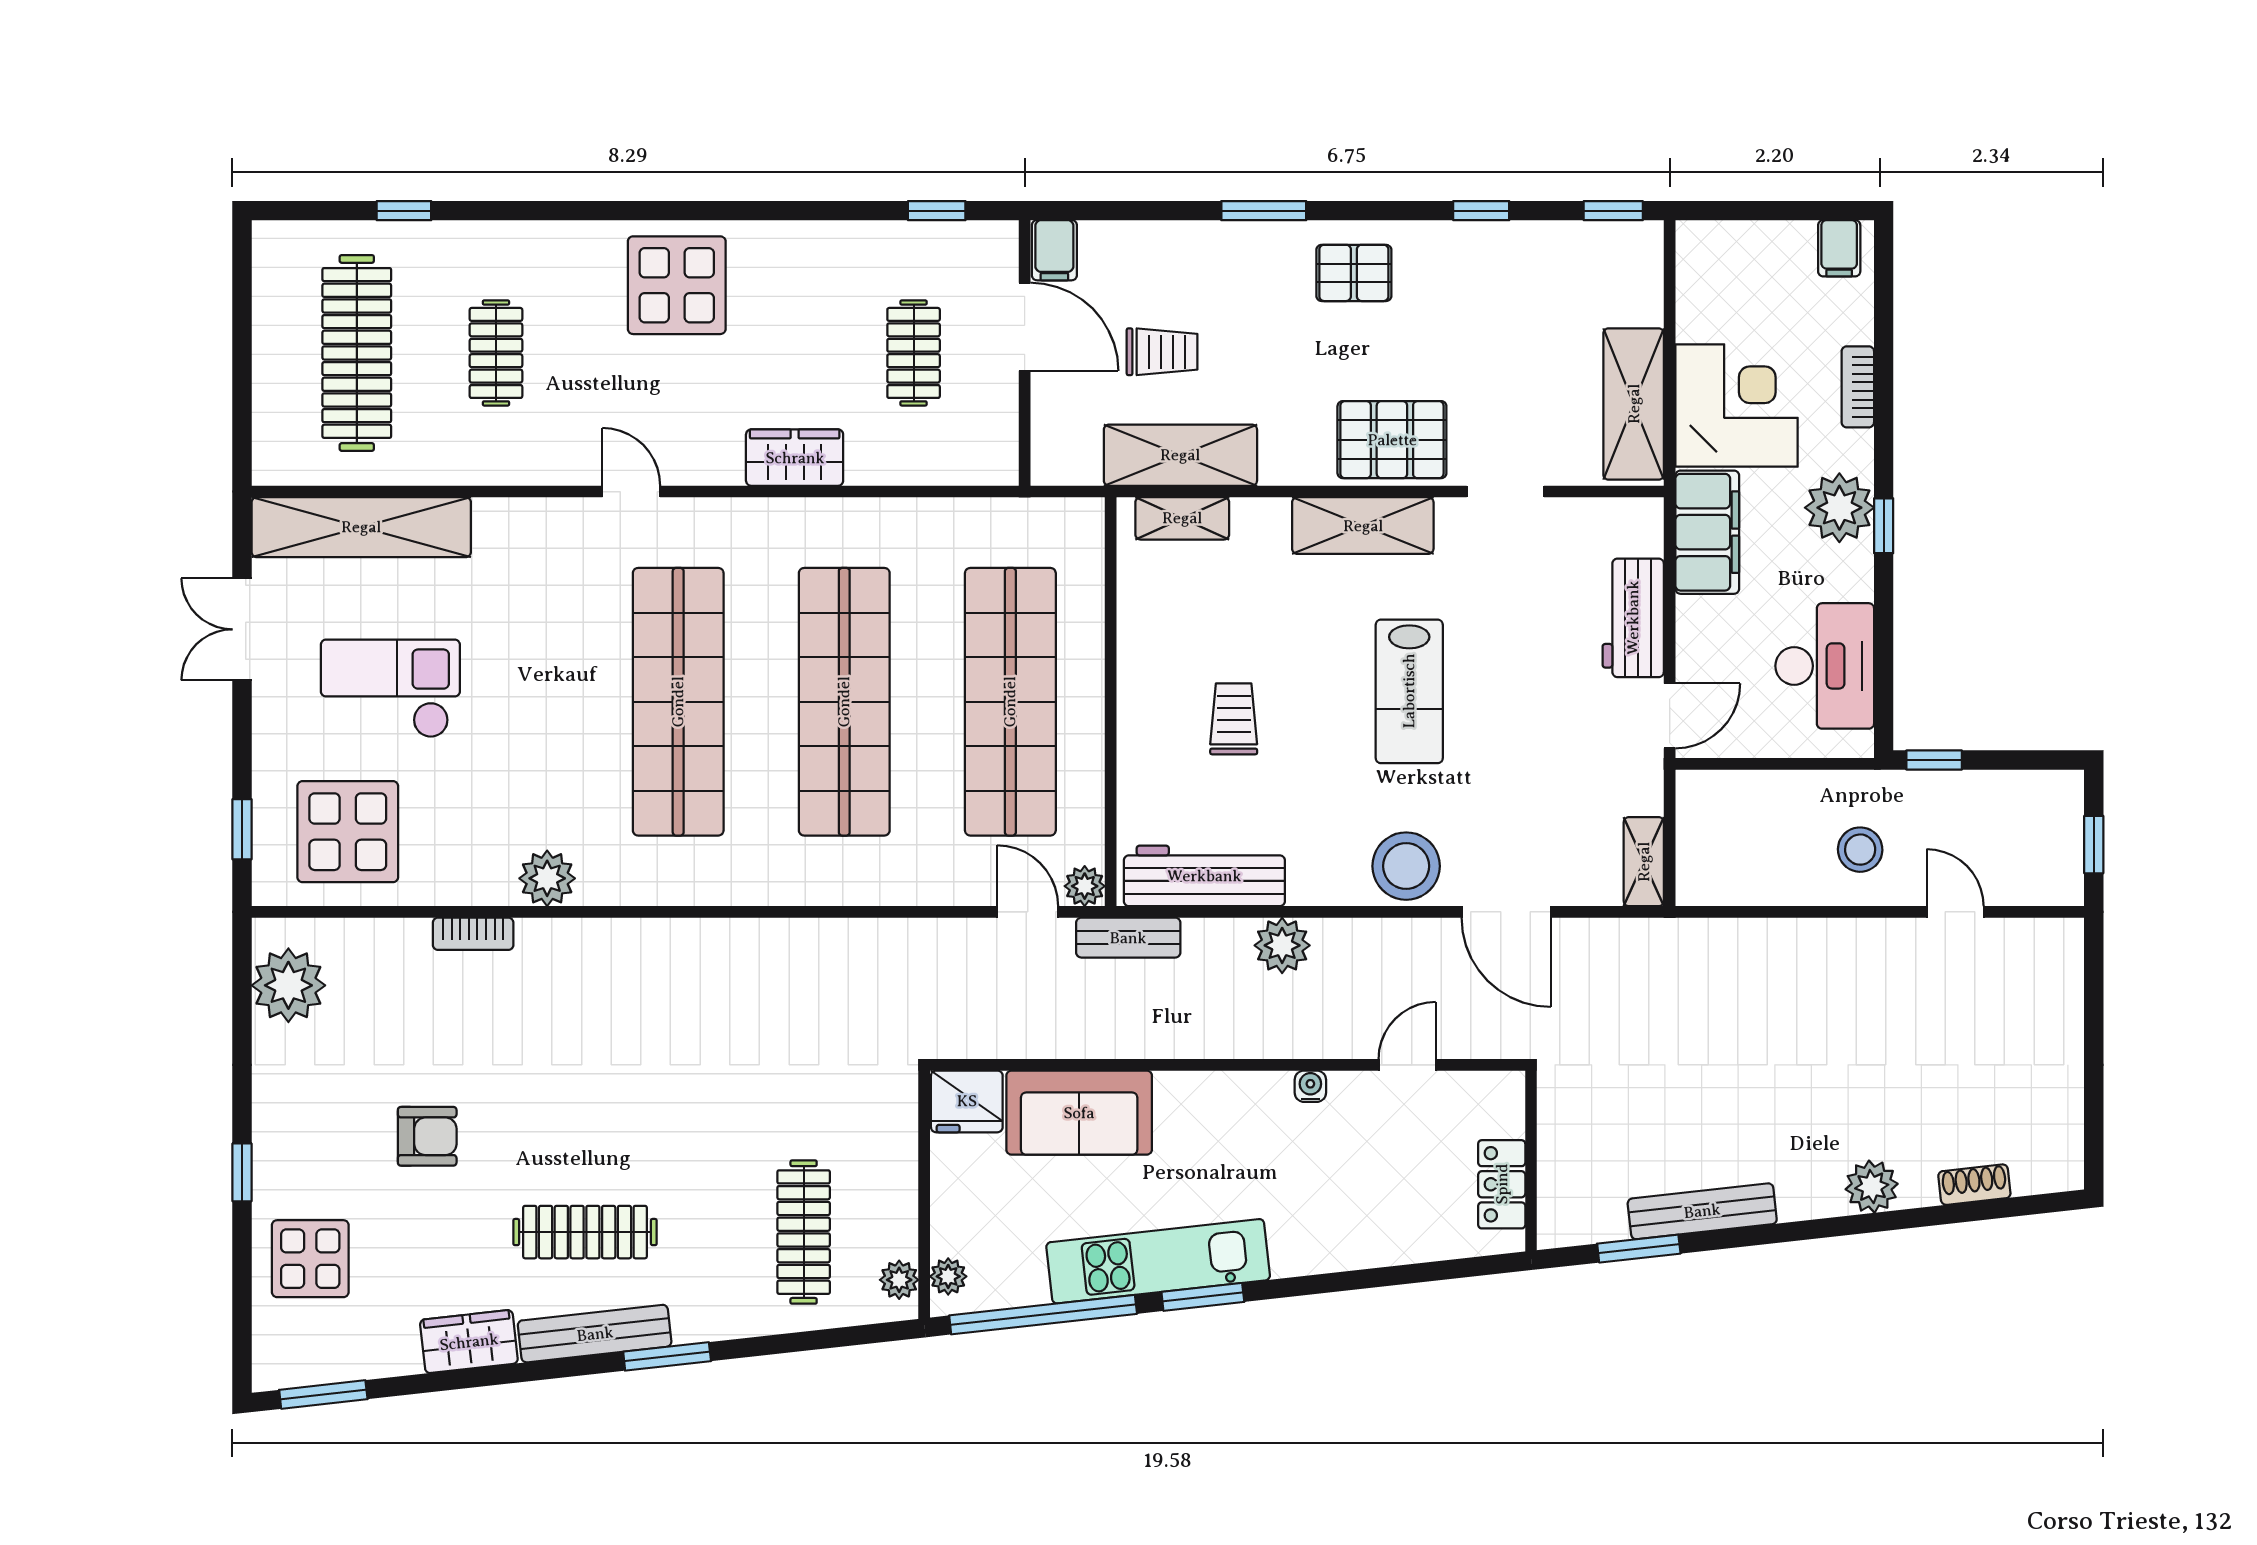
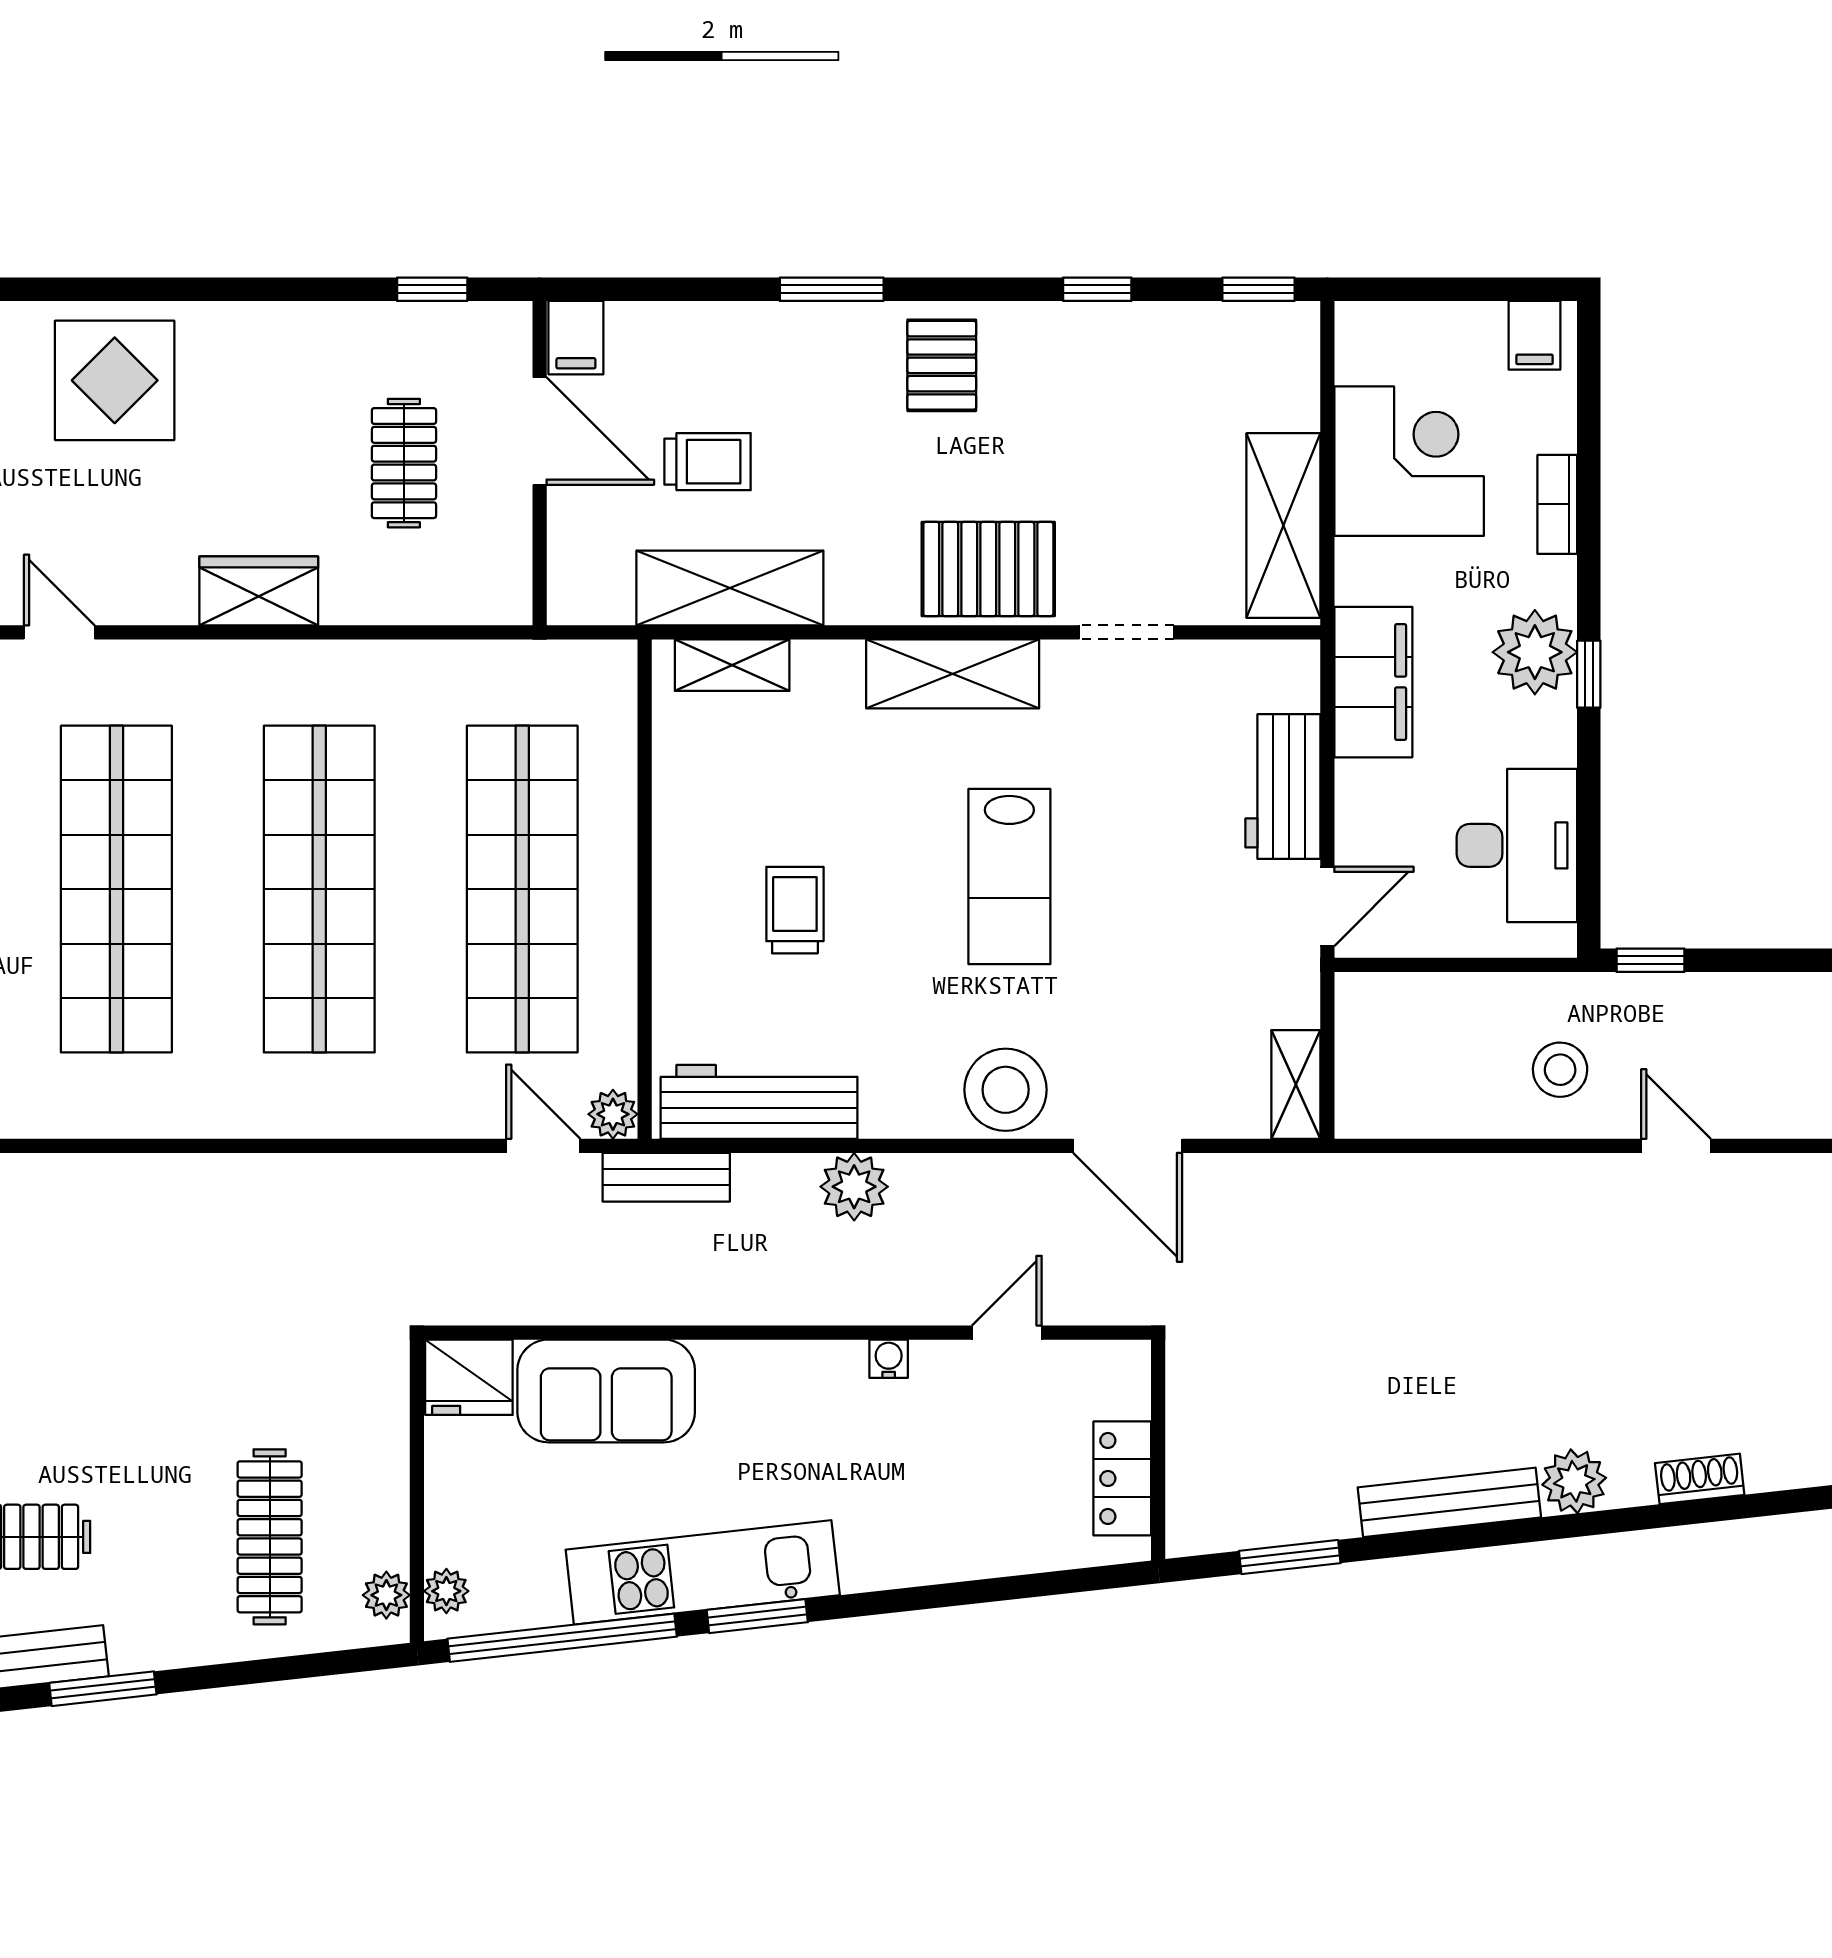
pallet: (1354, 273) -> (942, 365), turned 90
corner desk: (1736, 406) -> (1409, 461), moved
bench: (1702, 1211) -> (1449, 1502), moved

